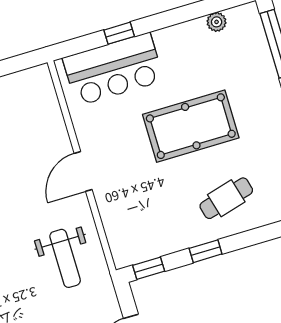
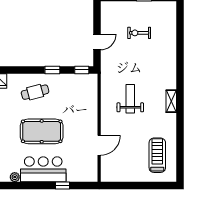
bar counter: (113, 69) -> (43, 169), moved
door: (83, 171) -> (99, 145), moved
weight bench: (65, 258) -> (130, 99), moved

